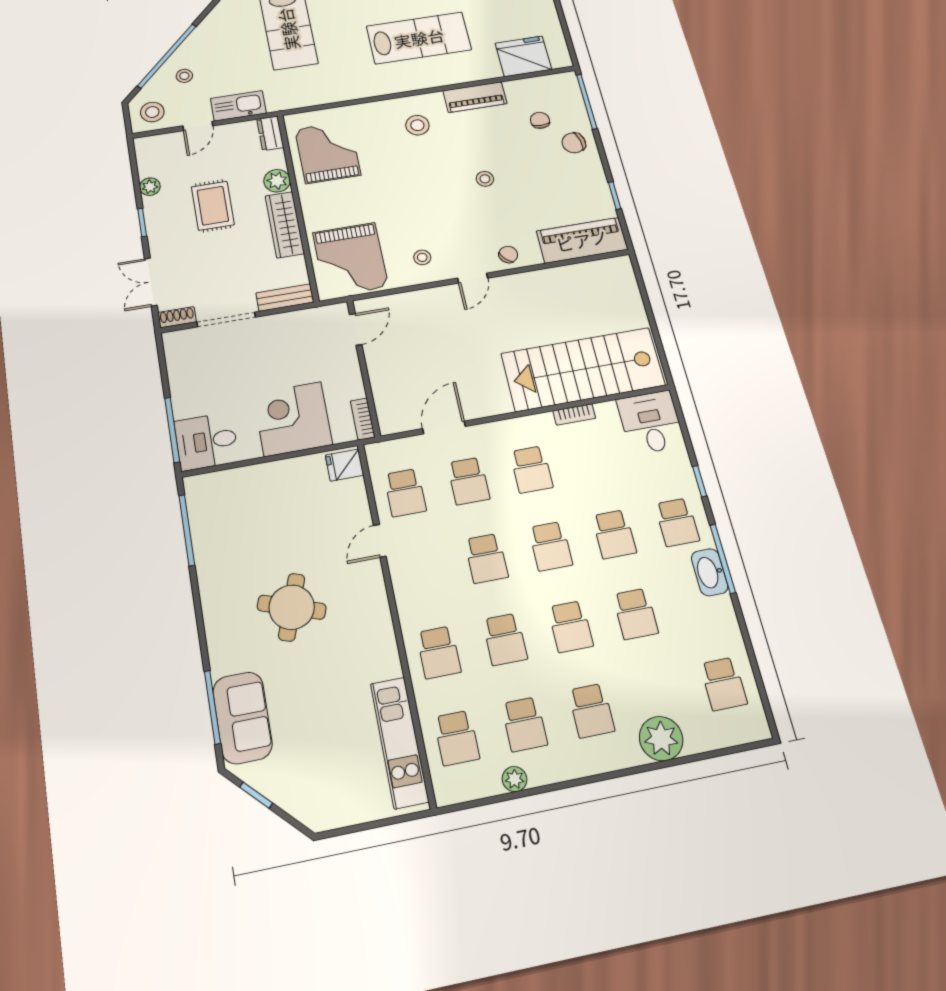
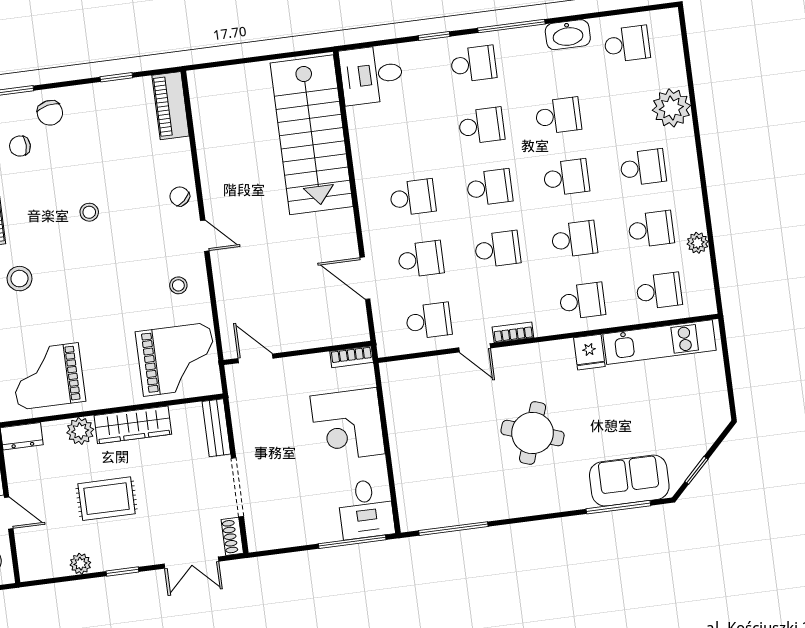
piano: (582, 240) -> (171, 106), width x0.73, depth x0.75
bookcase: (574, 414) -> (513, 332), moved, turned -90
fridge: (345, 465) -> (589, 352), moved
washbasin: (710, 572) -> (568, 35), moved

